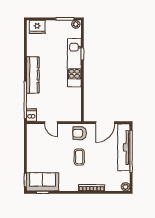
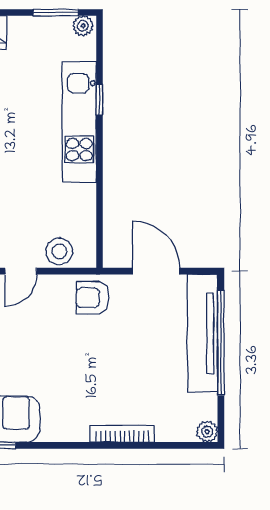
stool: (66, 115) -> (59, 251), added
door: (51, 123) -> (21, 271), hinge flipped
door: (105, 123) -> (156, 271), swing flipped
coffee table: (79, 157) -> (91, 357), removed

